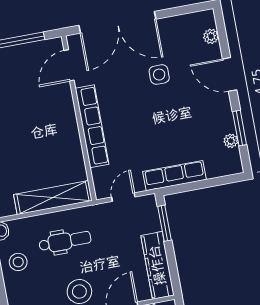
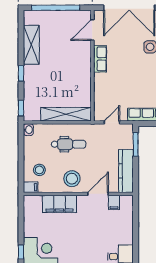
row of seats: (92, 126) -> (100, 59), width x0.50
stool: (18, 262) -> (39, 170), moved

